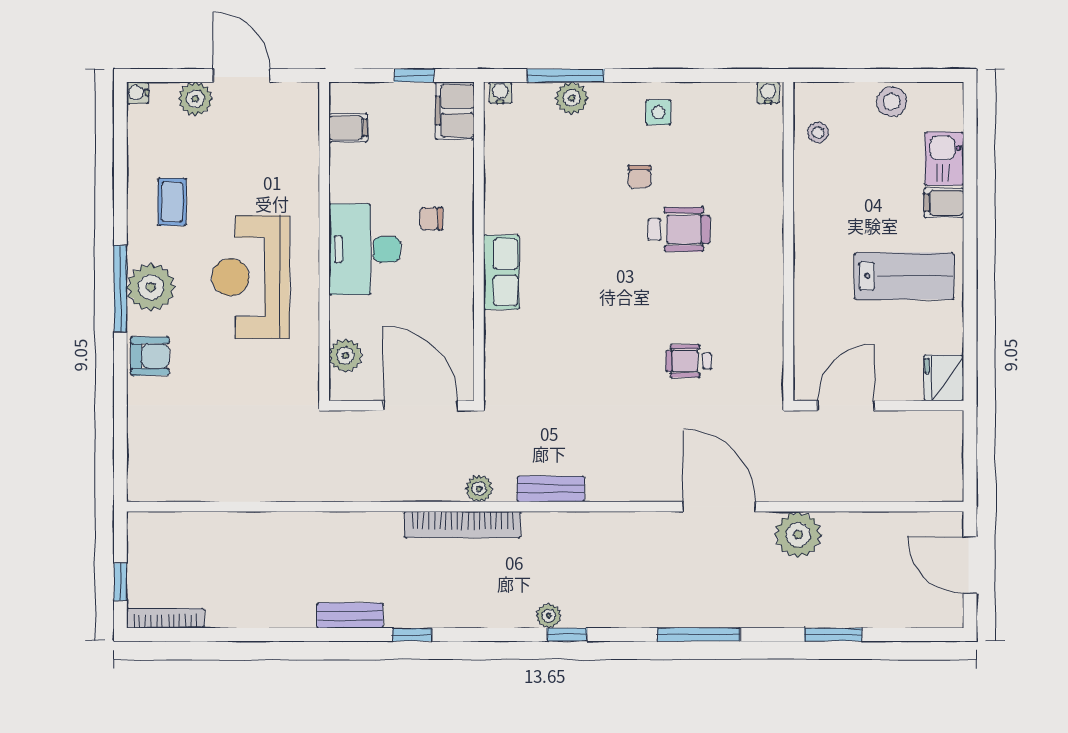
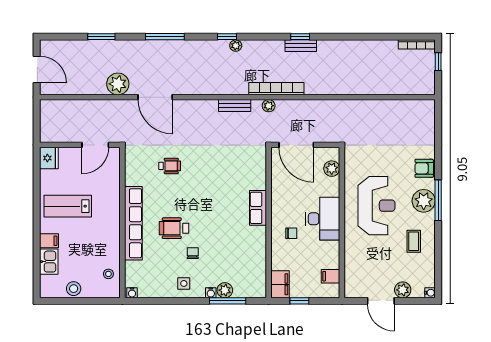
water cooler: (500, 93) -> (211, 293), moved
row of seats: (765, 240) -> (133, 223), added
bench: (350, 616) -> (301, 46), moved

